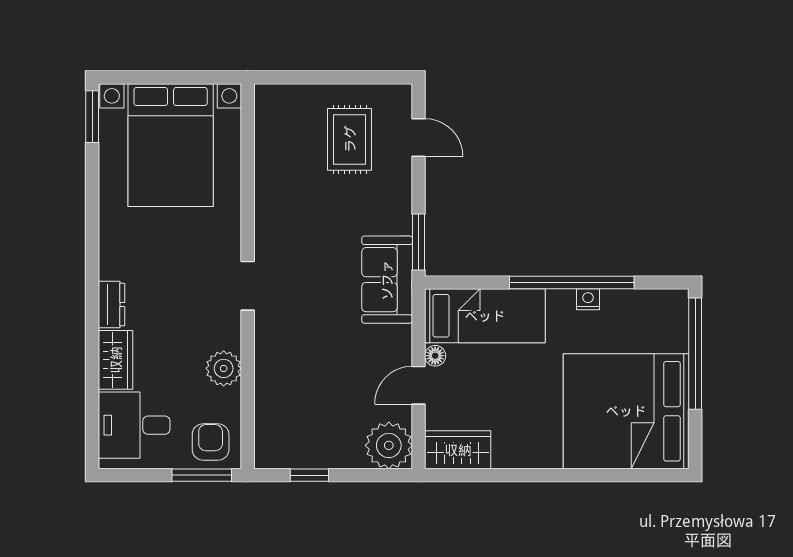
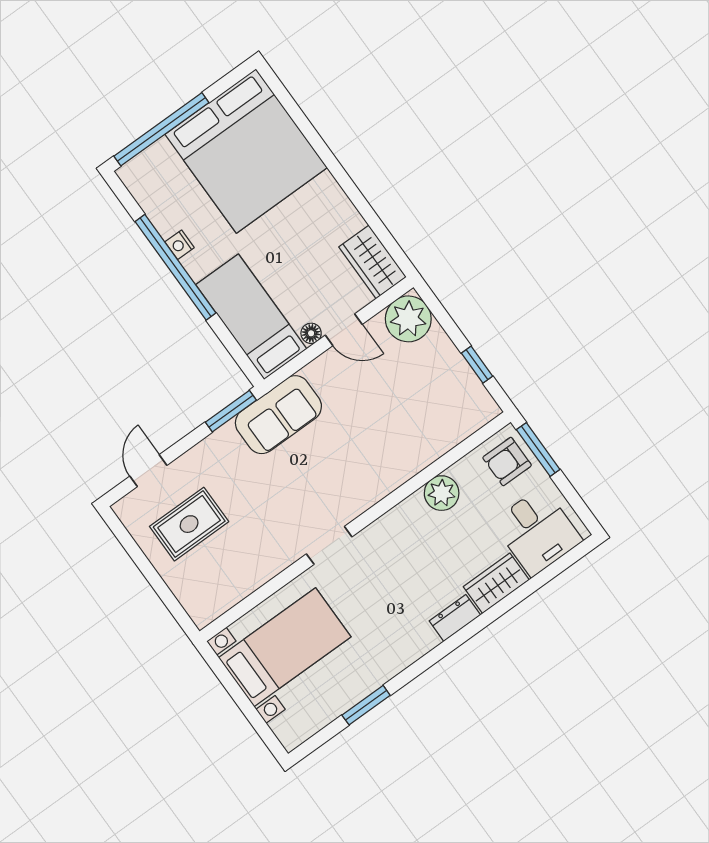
window: (92, 117) -> (366, 705), moved
bed with nightstands: (171, 145) -> (285, 647), width x0.73
doorway: (248, 286) -> (329, 545), moved

